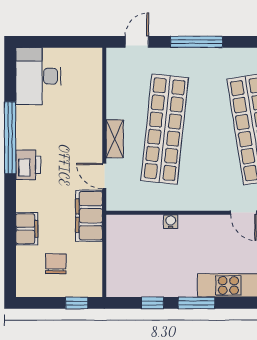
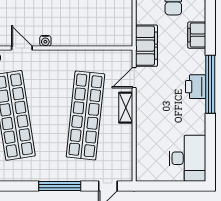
window: (10, 138) -> (210, 84), moved
door: (104, 176) -> (134, 78), swing flipped
water cooler: (171, 222) -> (45, 41), moved

